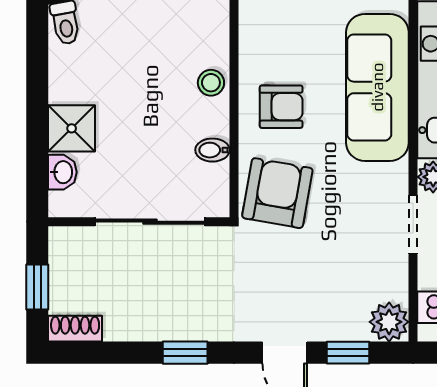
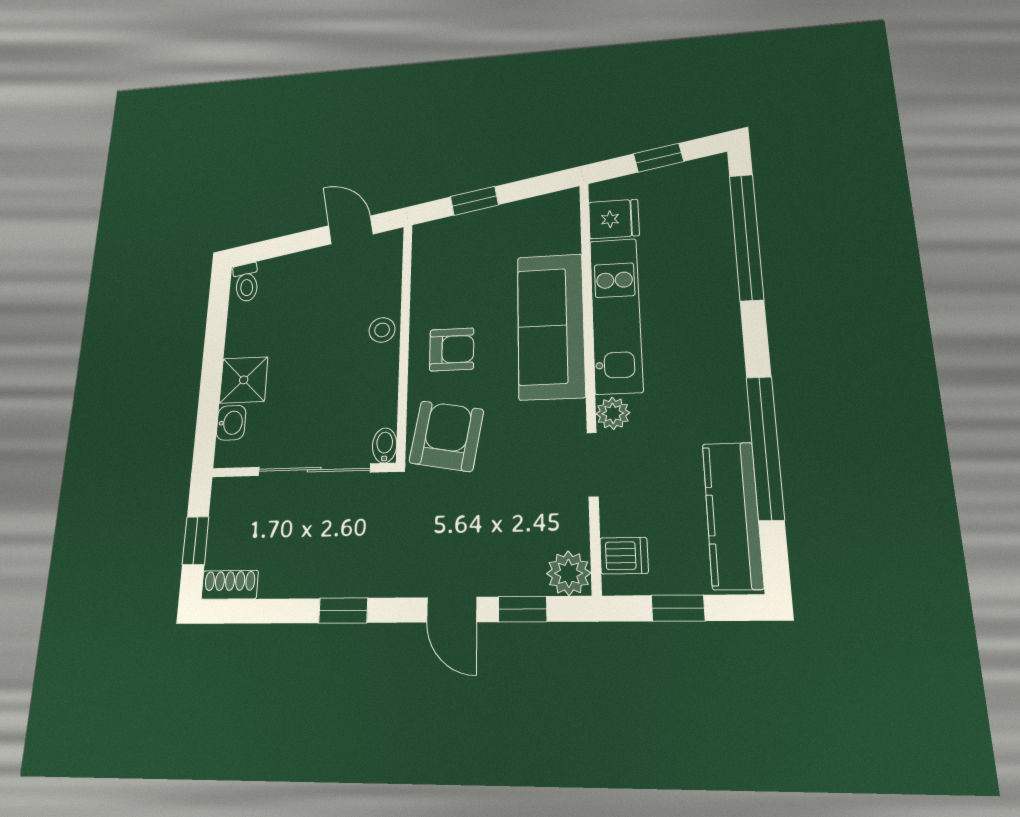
bidet: (212, 150) -> (385, 445), moved, turned 90

